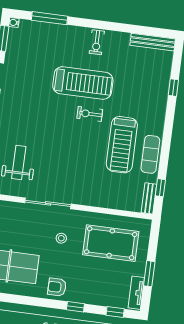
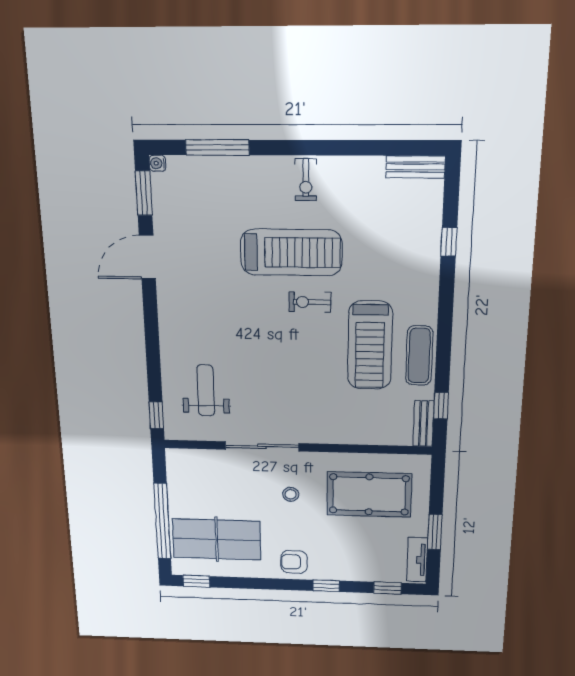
bench: (153, 42) -> (415, 167), width x0.73

